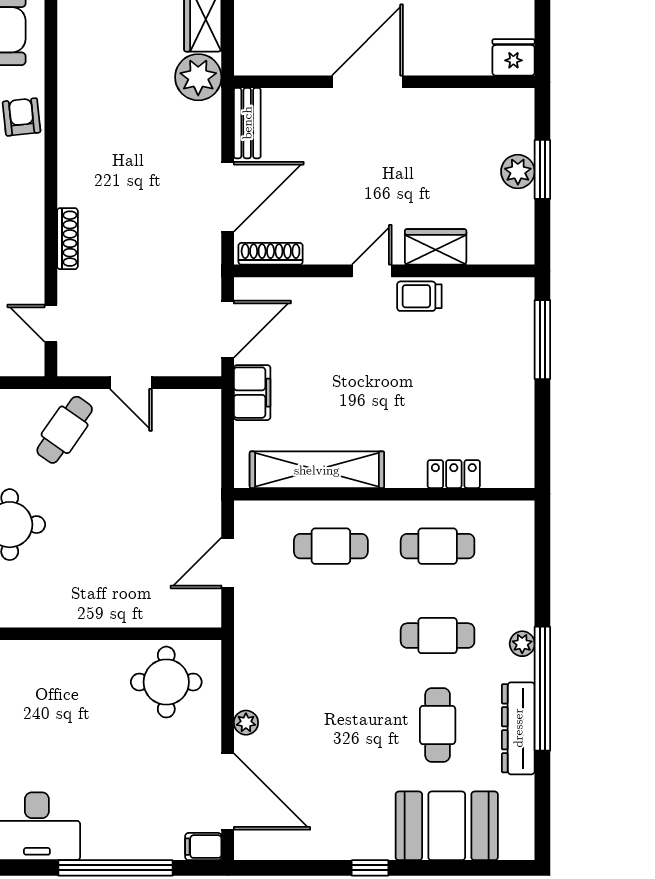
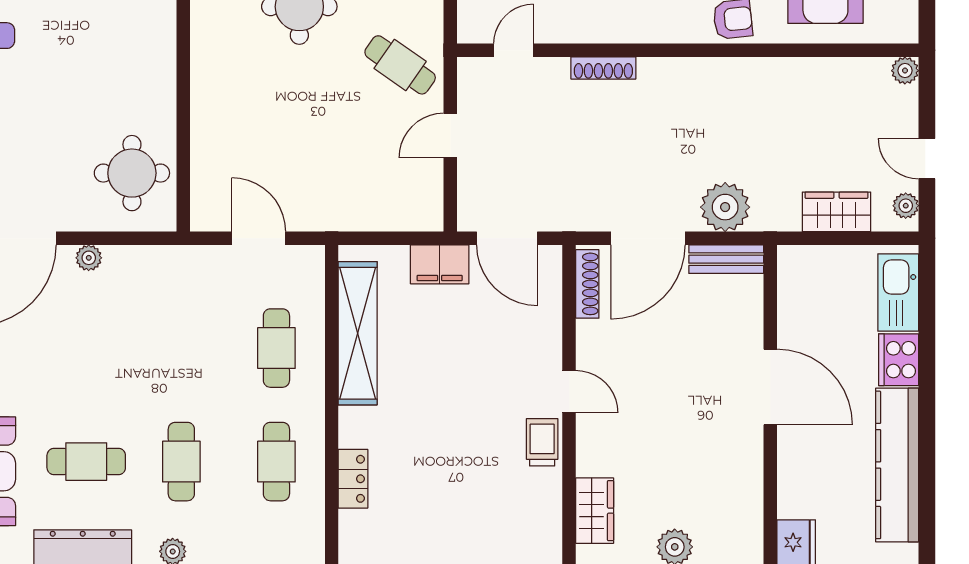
plant: (198, 77) -> (725, 207), moved
door: (228, 197) -> (648, 238), hinge flipped
wardrobe: (436, 247) -> (595, 511), moved

